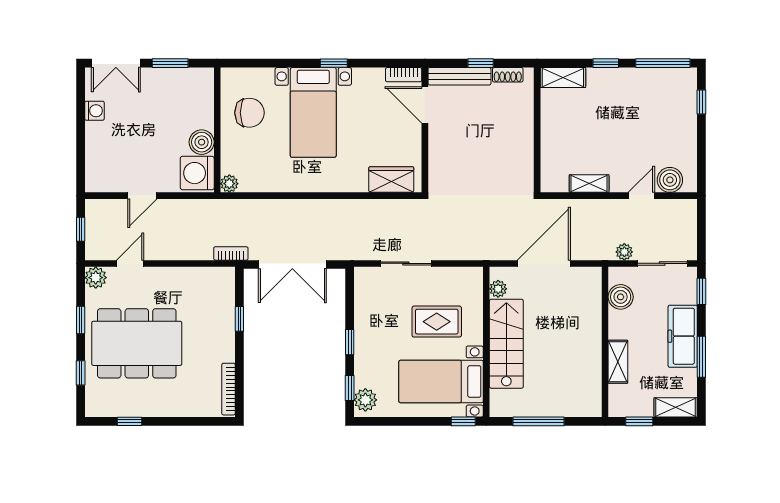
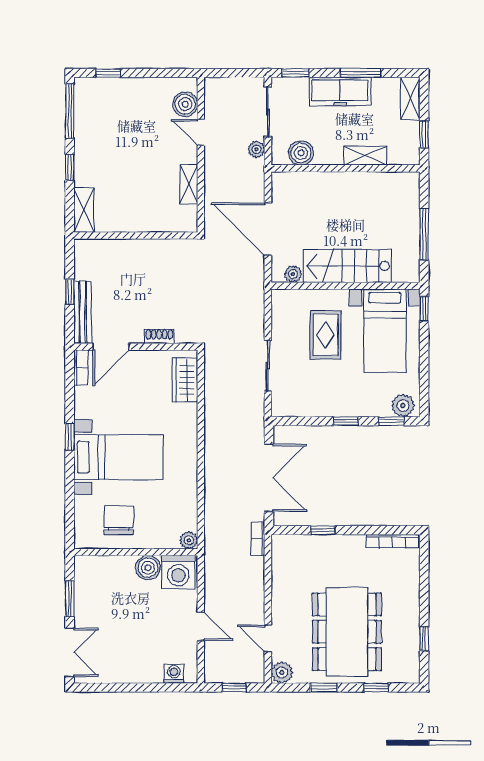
shoe rack: (508, 75) -> (159, 336), moved, turned -90
washing machine: (94, 111) -> (174, 674), moved

